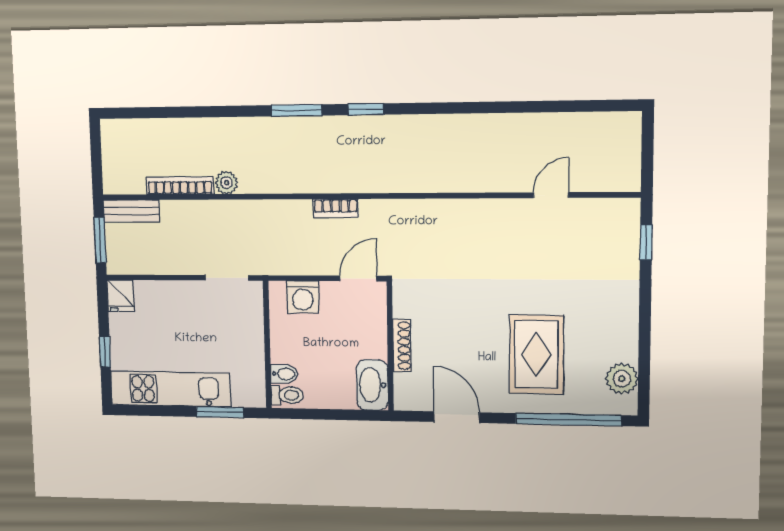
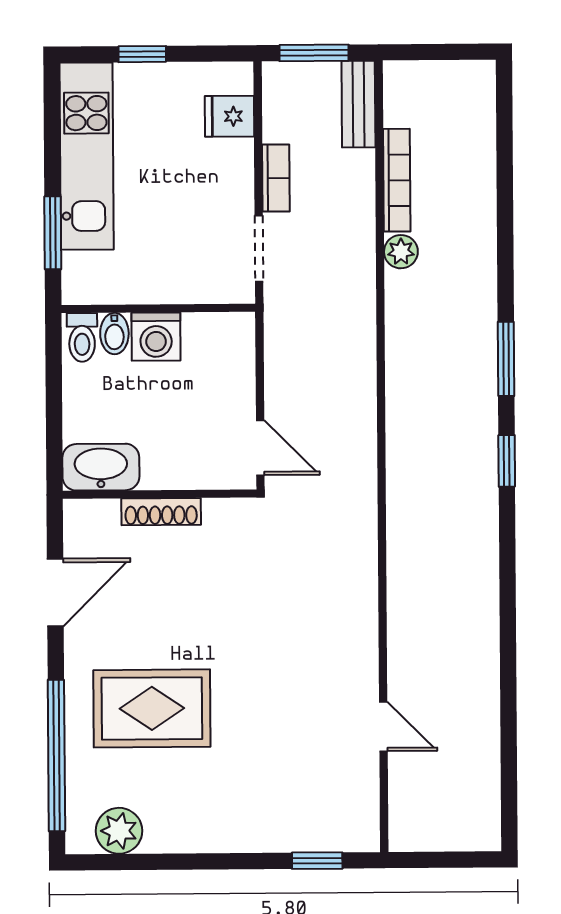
bookcase: (336, 208) -> (276, 178), moved, turned 180
fridge: (120, 296) -> (229, 116), moved
washing machine: (303, 297) -> (156, 337), moved, turned -90

